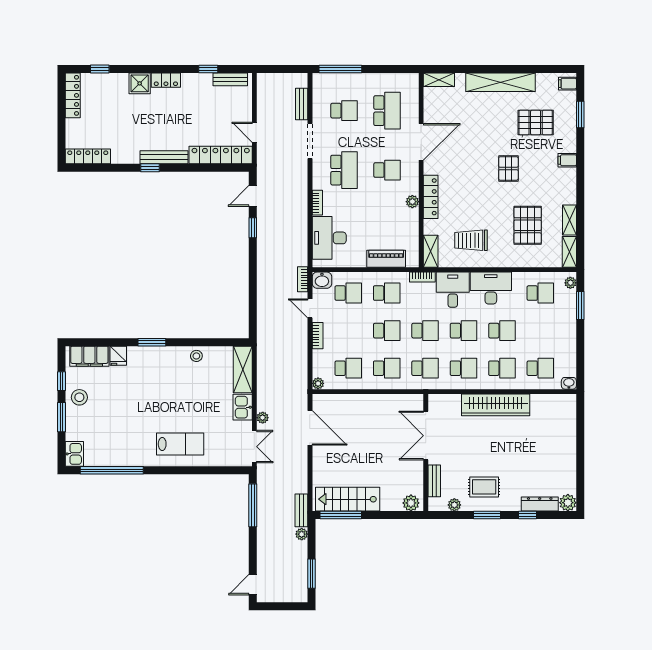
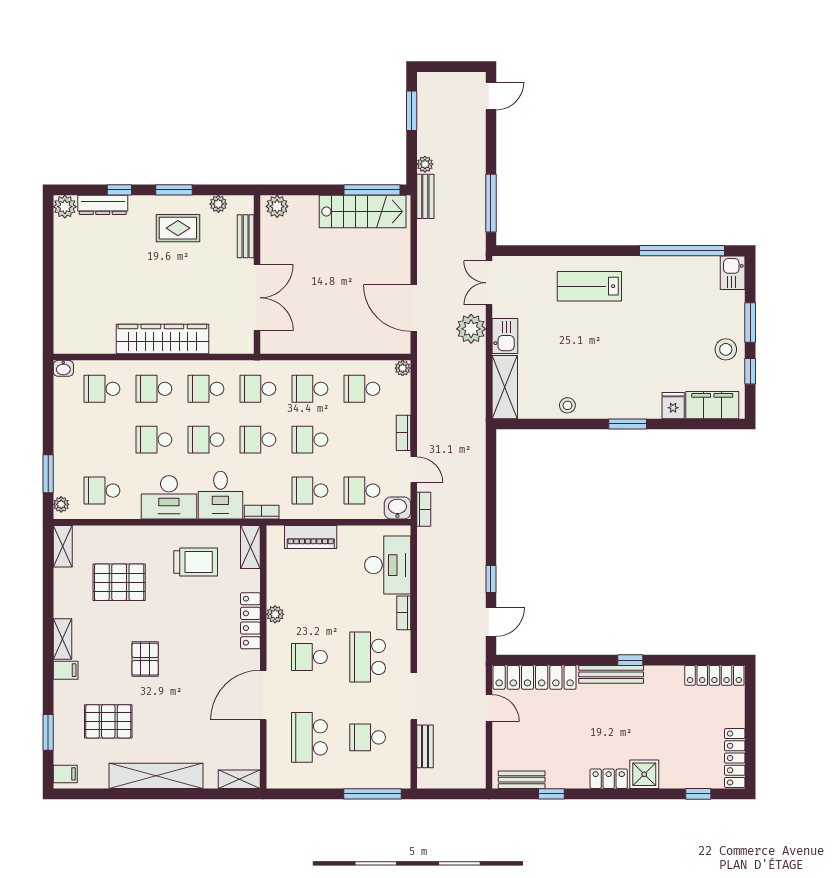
shelving: (570, 220) -> (62, 639), moved
pallet: (528, 225) -> (119, 582), turned 90
plant: (263, 418) -> (471, 329), width x1.88, depth x1.88

